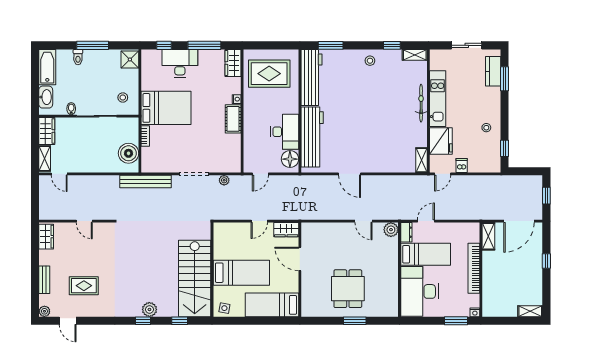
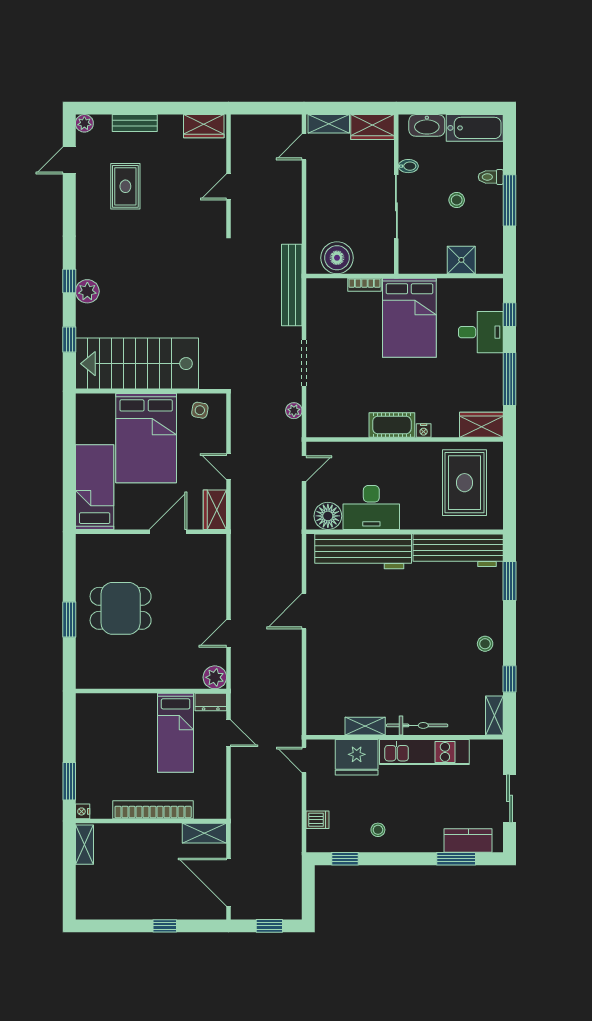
shower: (130, 59) -> (461, 260), moved
desk: (180, 63) -> (481, 332), width x0.73
stool: (123, 98) -> (457, 200), moved
shelving: (421, 160) -> (365, 726), moved
dishwasher: (462, 165) -> (318, 820), moved
door: (260, 174) -> (304, 469), swing flipped
bed: (241, 273) -> (146, 438), width x1.50
desk: (420, 291) -> (116, 723), removed
side table: (224, 308) -> (200, 410), moved
shelving: (530, 311) -> (84, 845), moved

